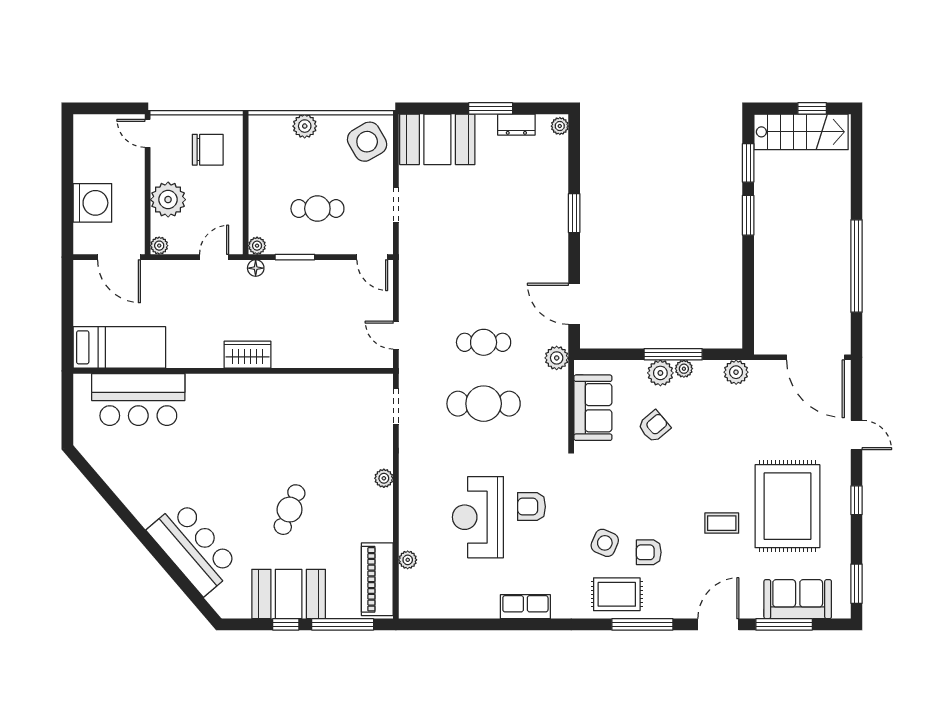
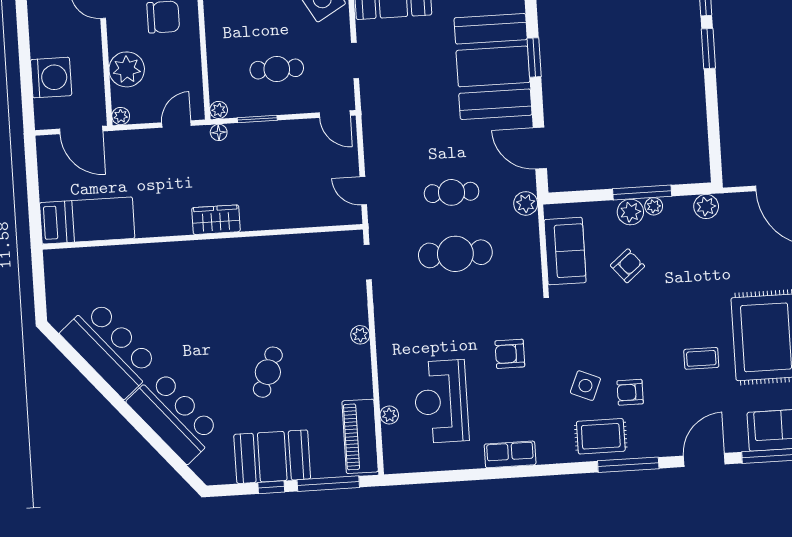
booth: (533, 220) -> (493, 66), added
bar counter: (138, 400) -> (110, 349), moved, turned -131
reception desk: (478, 517) -> (441, 401), moved

